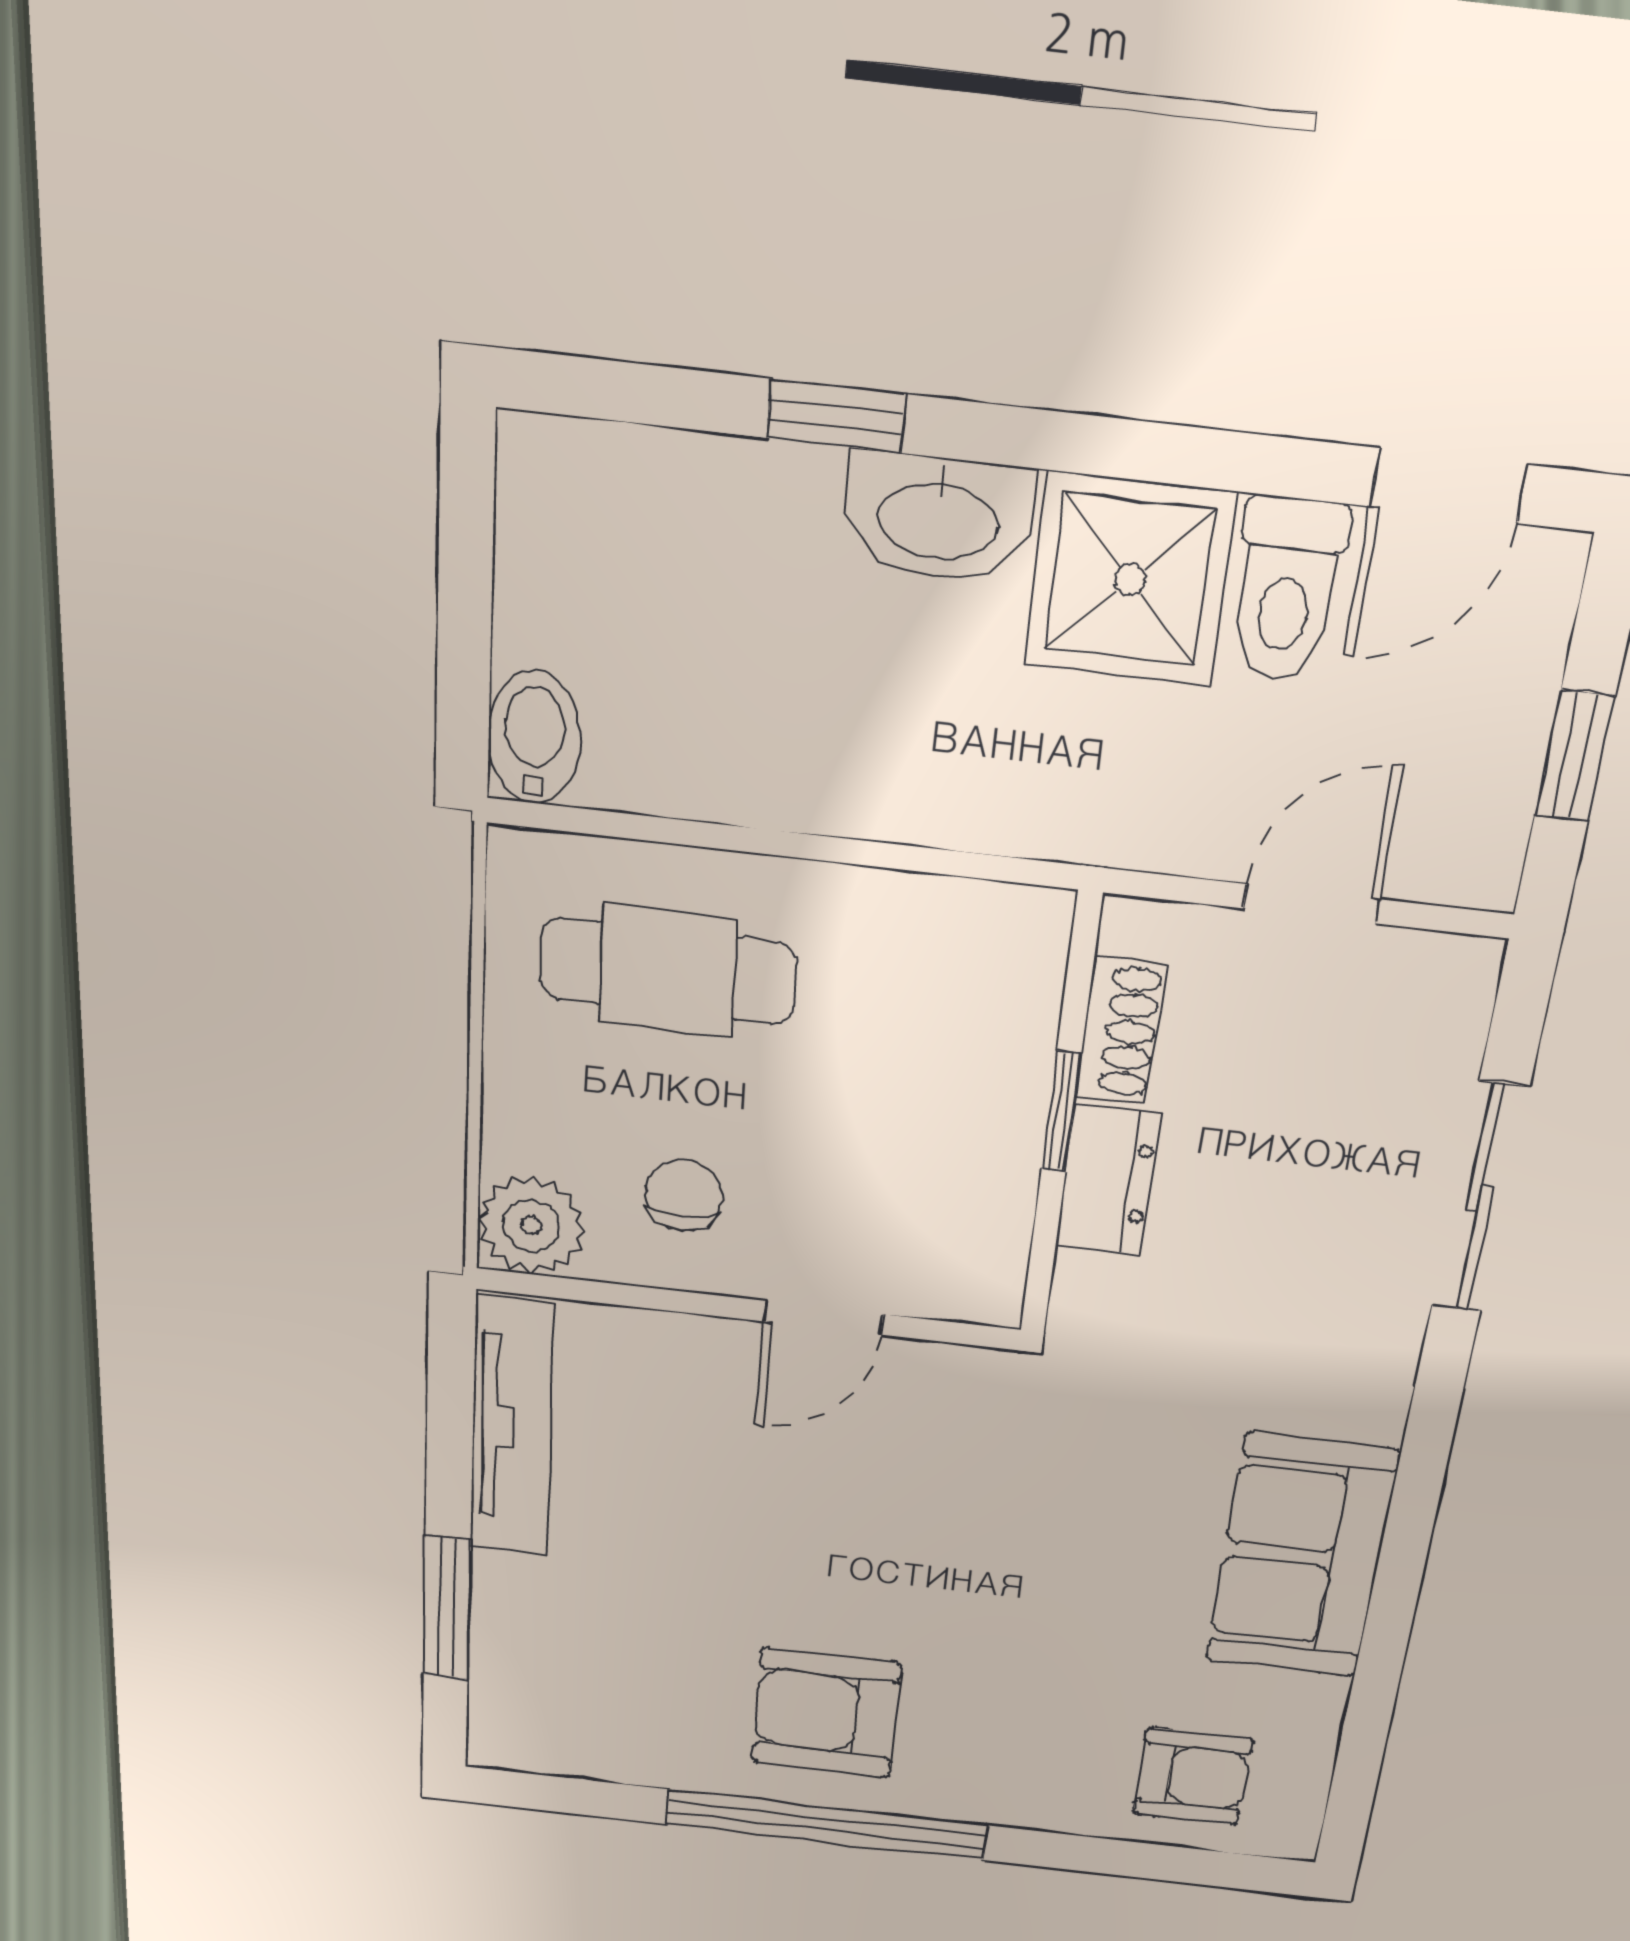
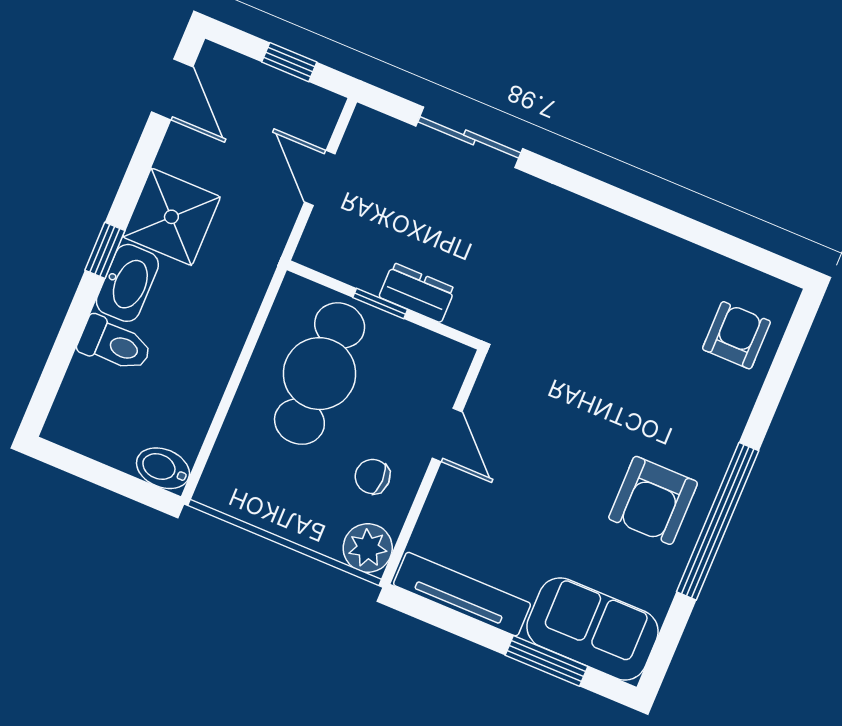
window: (836, 416) -> (105, 250), moved
toilet: (1287, 590) -> (115, 344), moved
cafe table: (668, 971) -> (320, 374), moved, width x1.37, depth x1.35
shoe rack: (1121, 1031) -> (352, 269), removed
sofa: (1301, 1557) -> (593, 629), moved, turned 180

